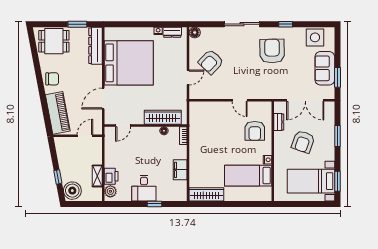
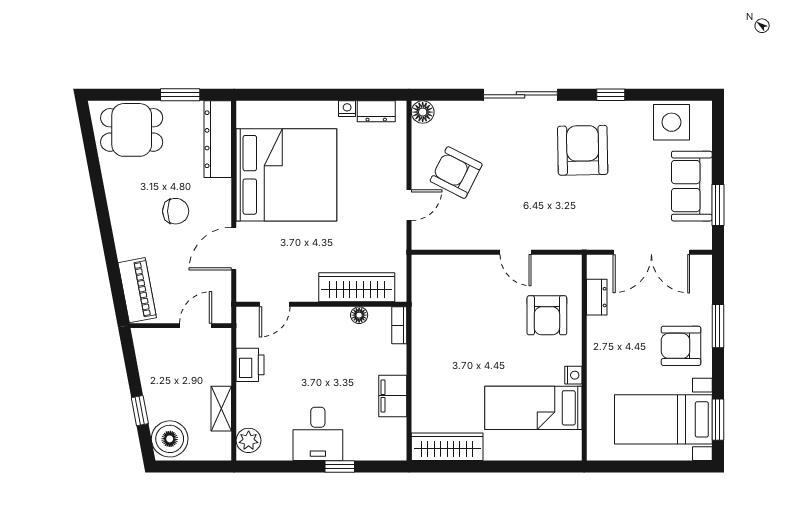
armchair: (211, 62) -> (456, 173), turned 73
chair: (52, 79) -> (176, 211), moved
piano: (58, 113) -> (137, 290), width x0.73, depth x0.75
armchair: (303, 142) -> (681, 346), moved, turned 71
printer: (111, 176) -> (250, 365), moved

